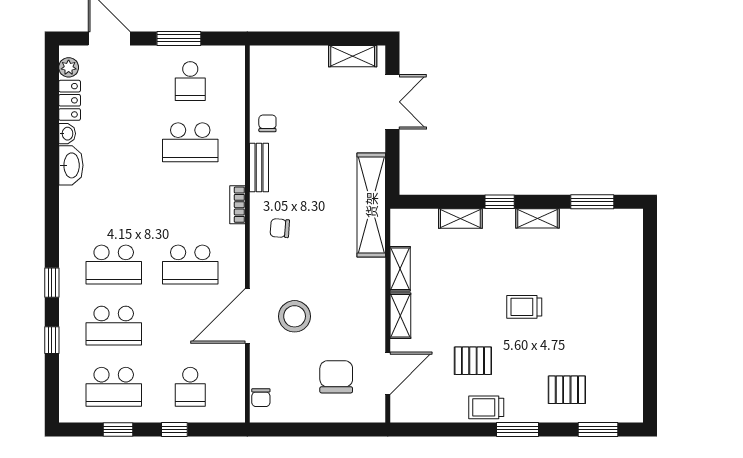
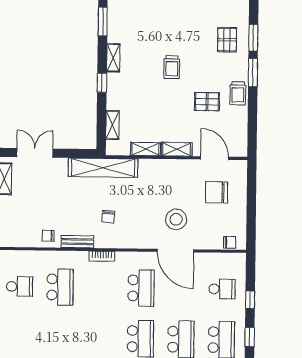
shelving: (460, 218) -> (112, 125), moved
chair: (280, 228) -> (108, 217), moved
pallet: (473, 361) -> (207, 102), turned 90
window: (598, 430) -> (253, 38), moved

